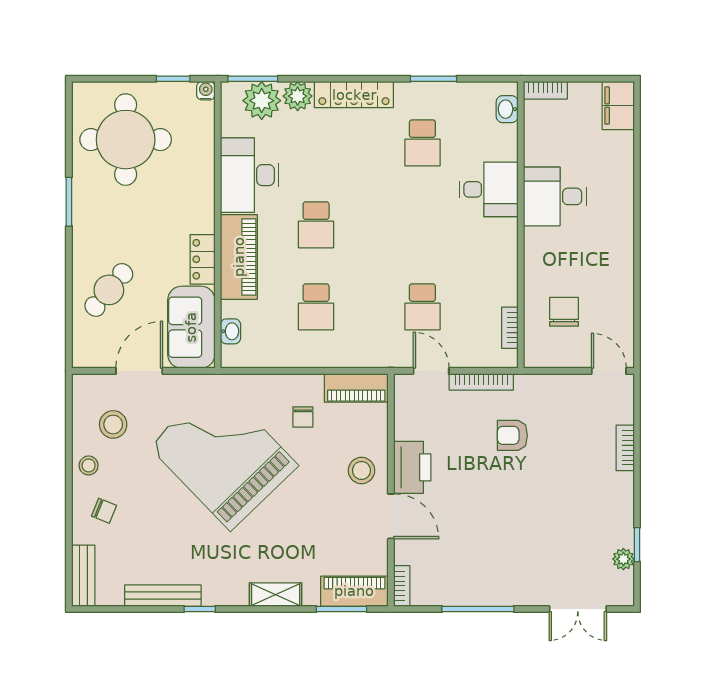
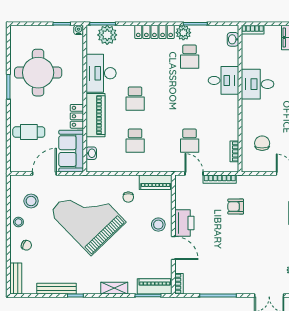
plant: (298, 96) -> (183, 33), moved
round table: (126, 140) -> (38, 73), moved
cafe table: (109, 290) -> (29, 132), turned 50

